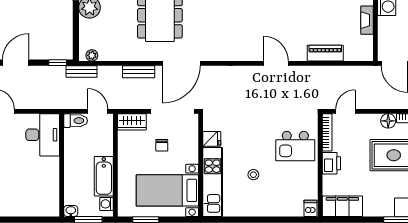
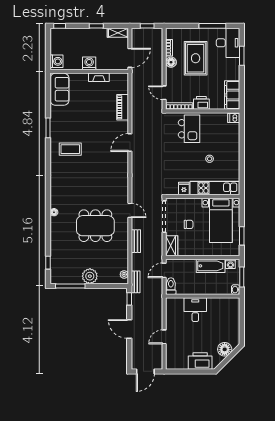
door: (181, 63) -> (130, 210), width x0.53
desk: (43, 135) -> (195, 310), moved, width x0.73

